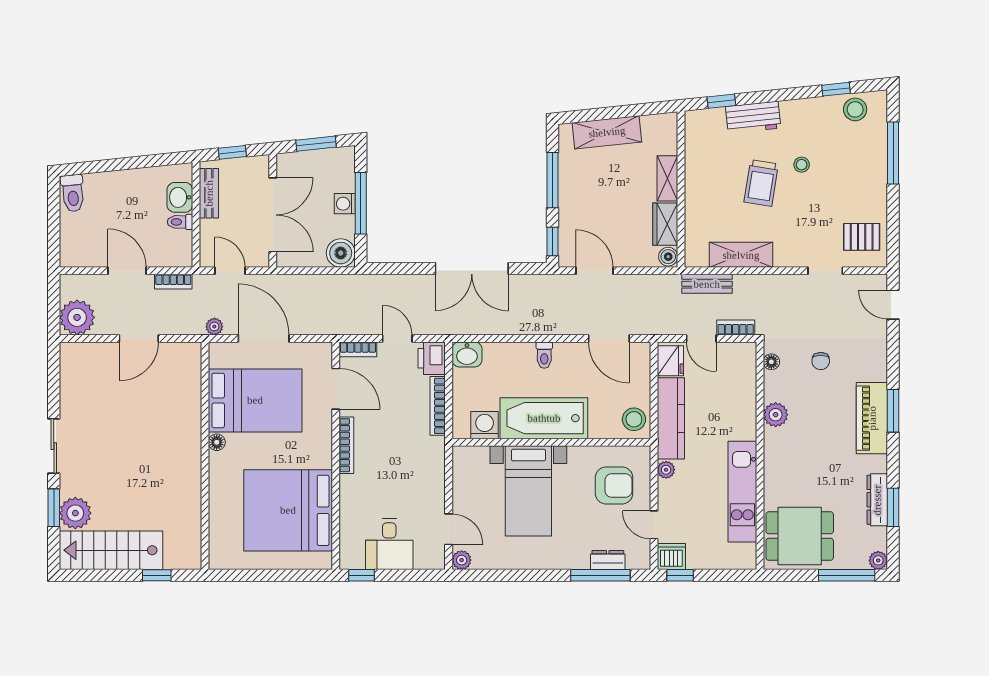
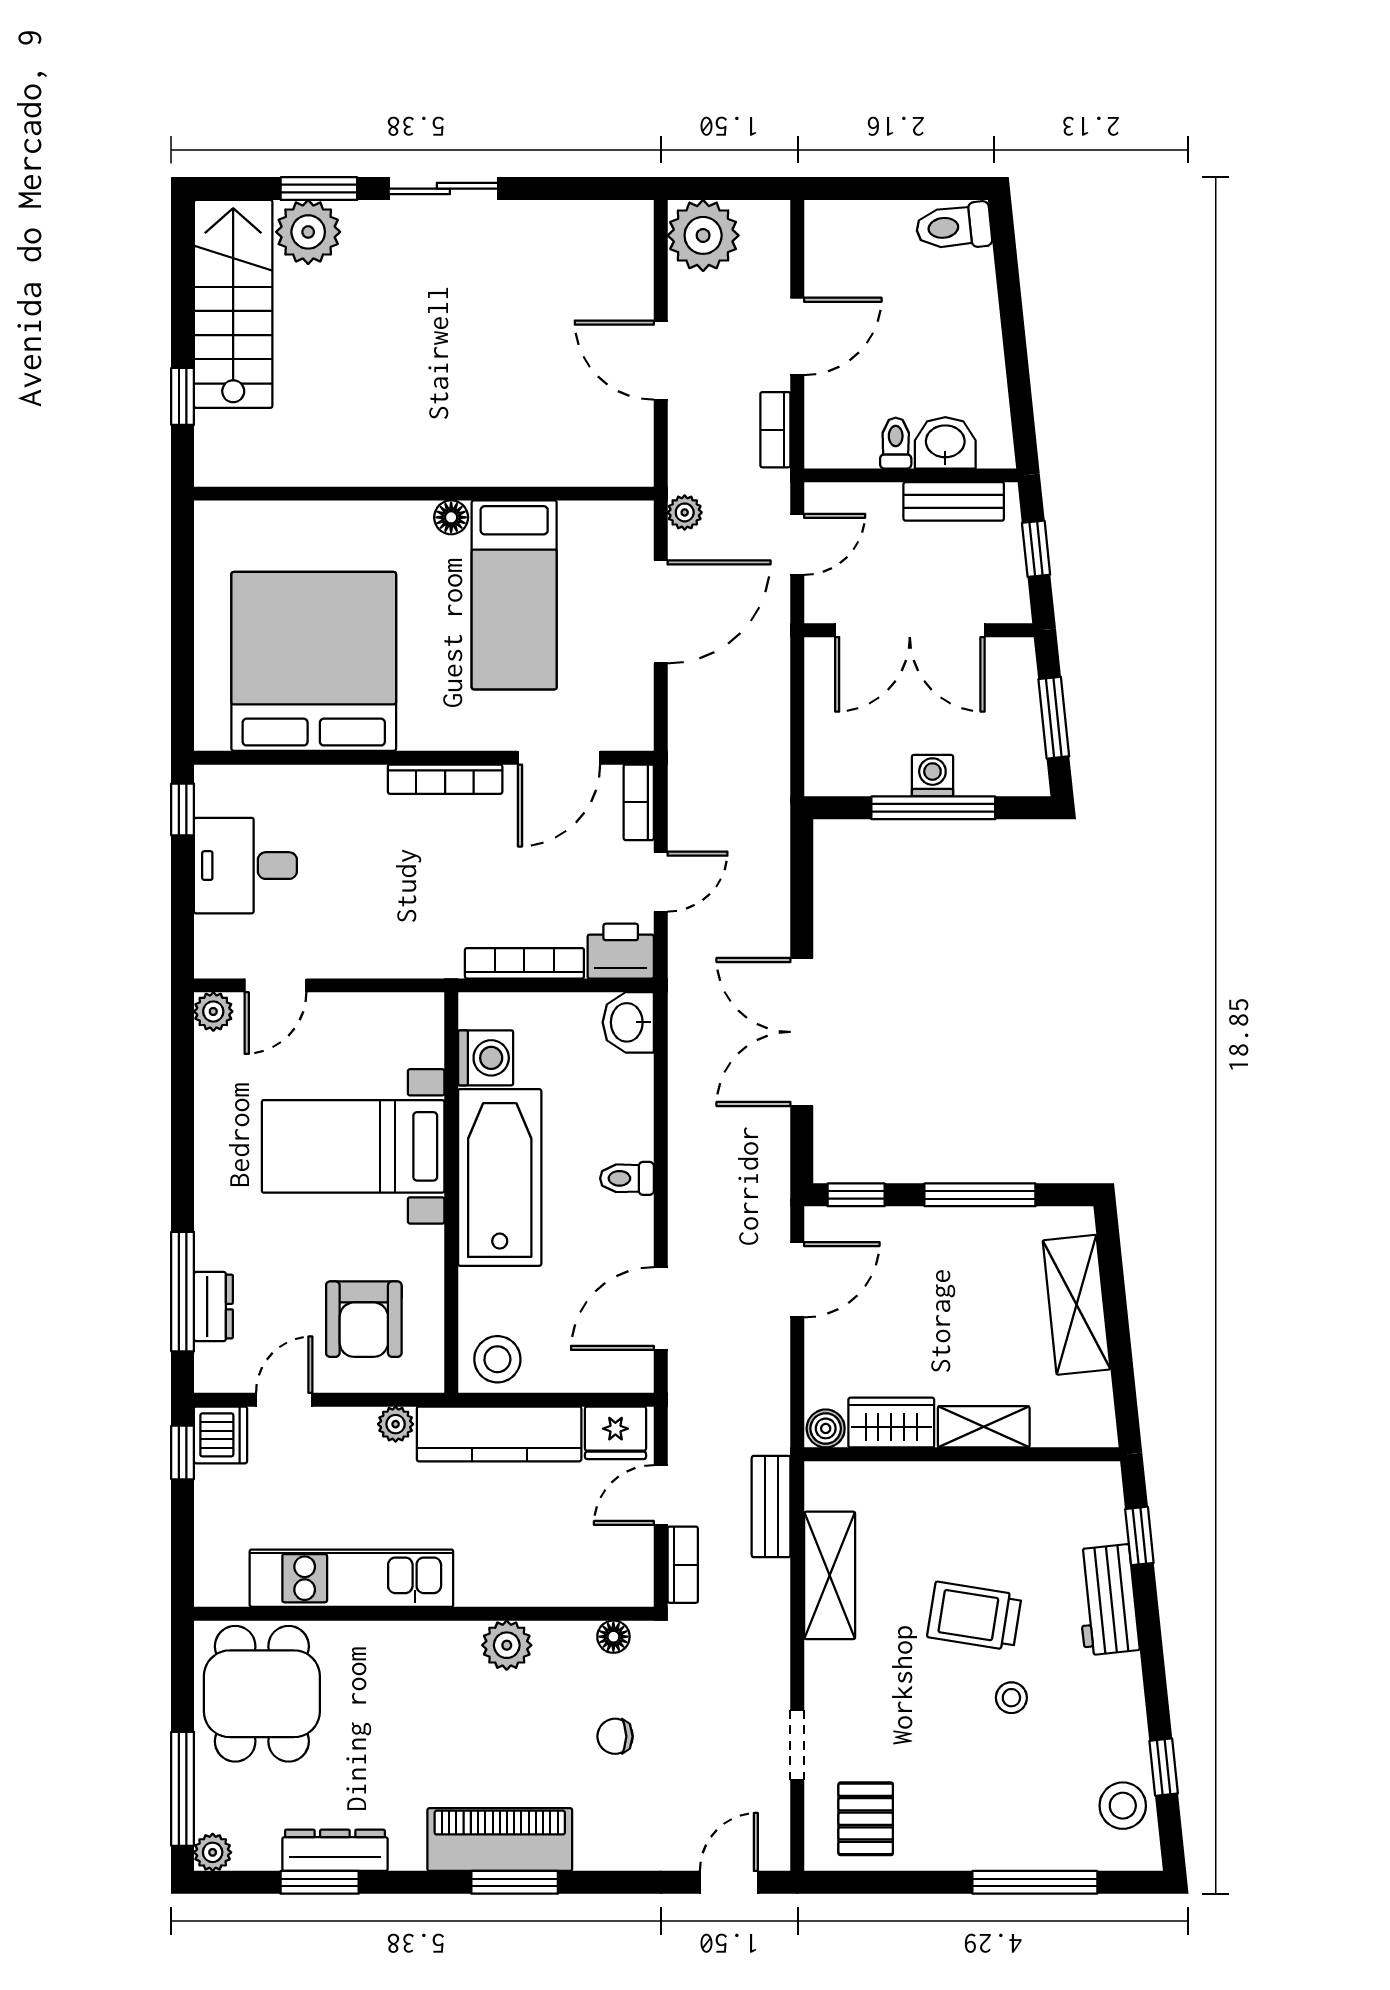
boiler: (341, 253) -> (833, 767), removed
bed: (255, 400) -> (514, 595), width x0.67

